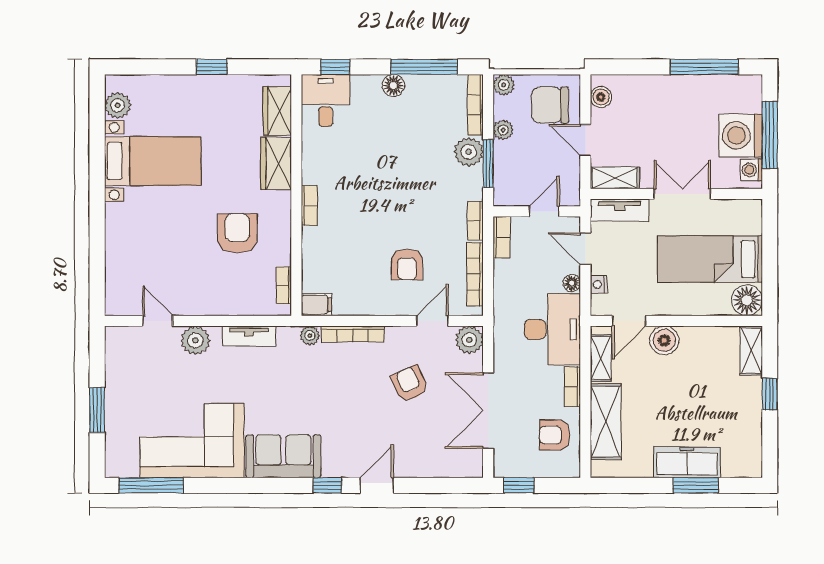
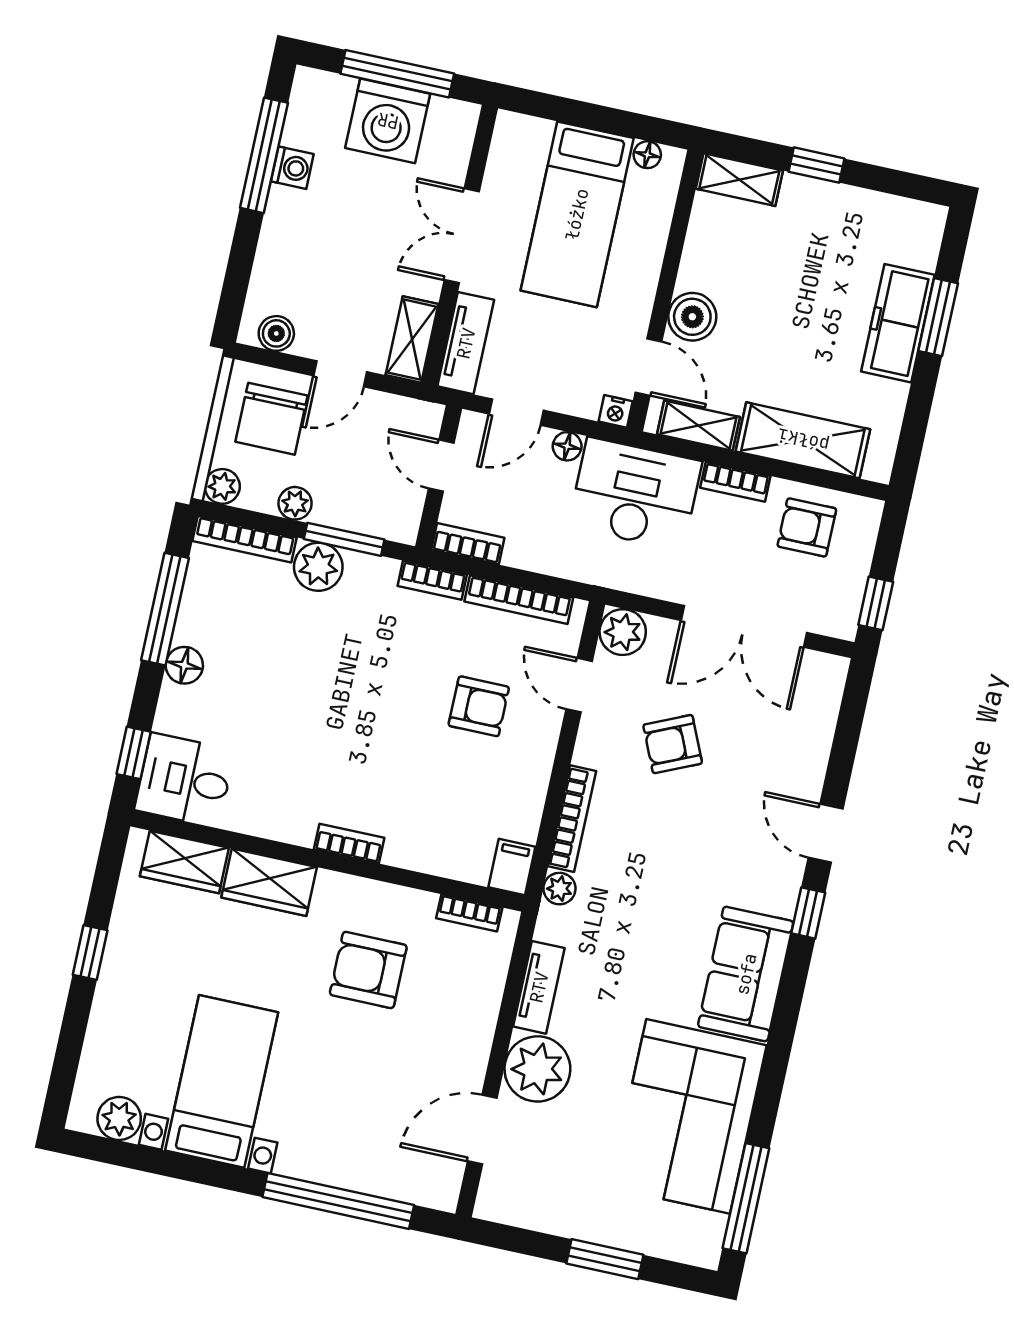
washing machine: (751, 170) -> (292, 168), moved, turned -90
window: (97, 245) -> (338, 1201), added
nightstand: (599, 284) -> (616, 411), moved
floor lamp: (747, 300) -> (647, 155), width x0.53, depth x0.53
door: (158, 321) -> (482, 1130), width x1.38
plant: (195, 340) -> (537, 1069), width x1.36, depth x1.36
armchair: (555, 435) -> (807, 527), turned 90

